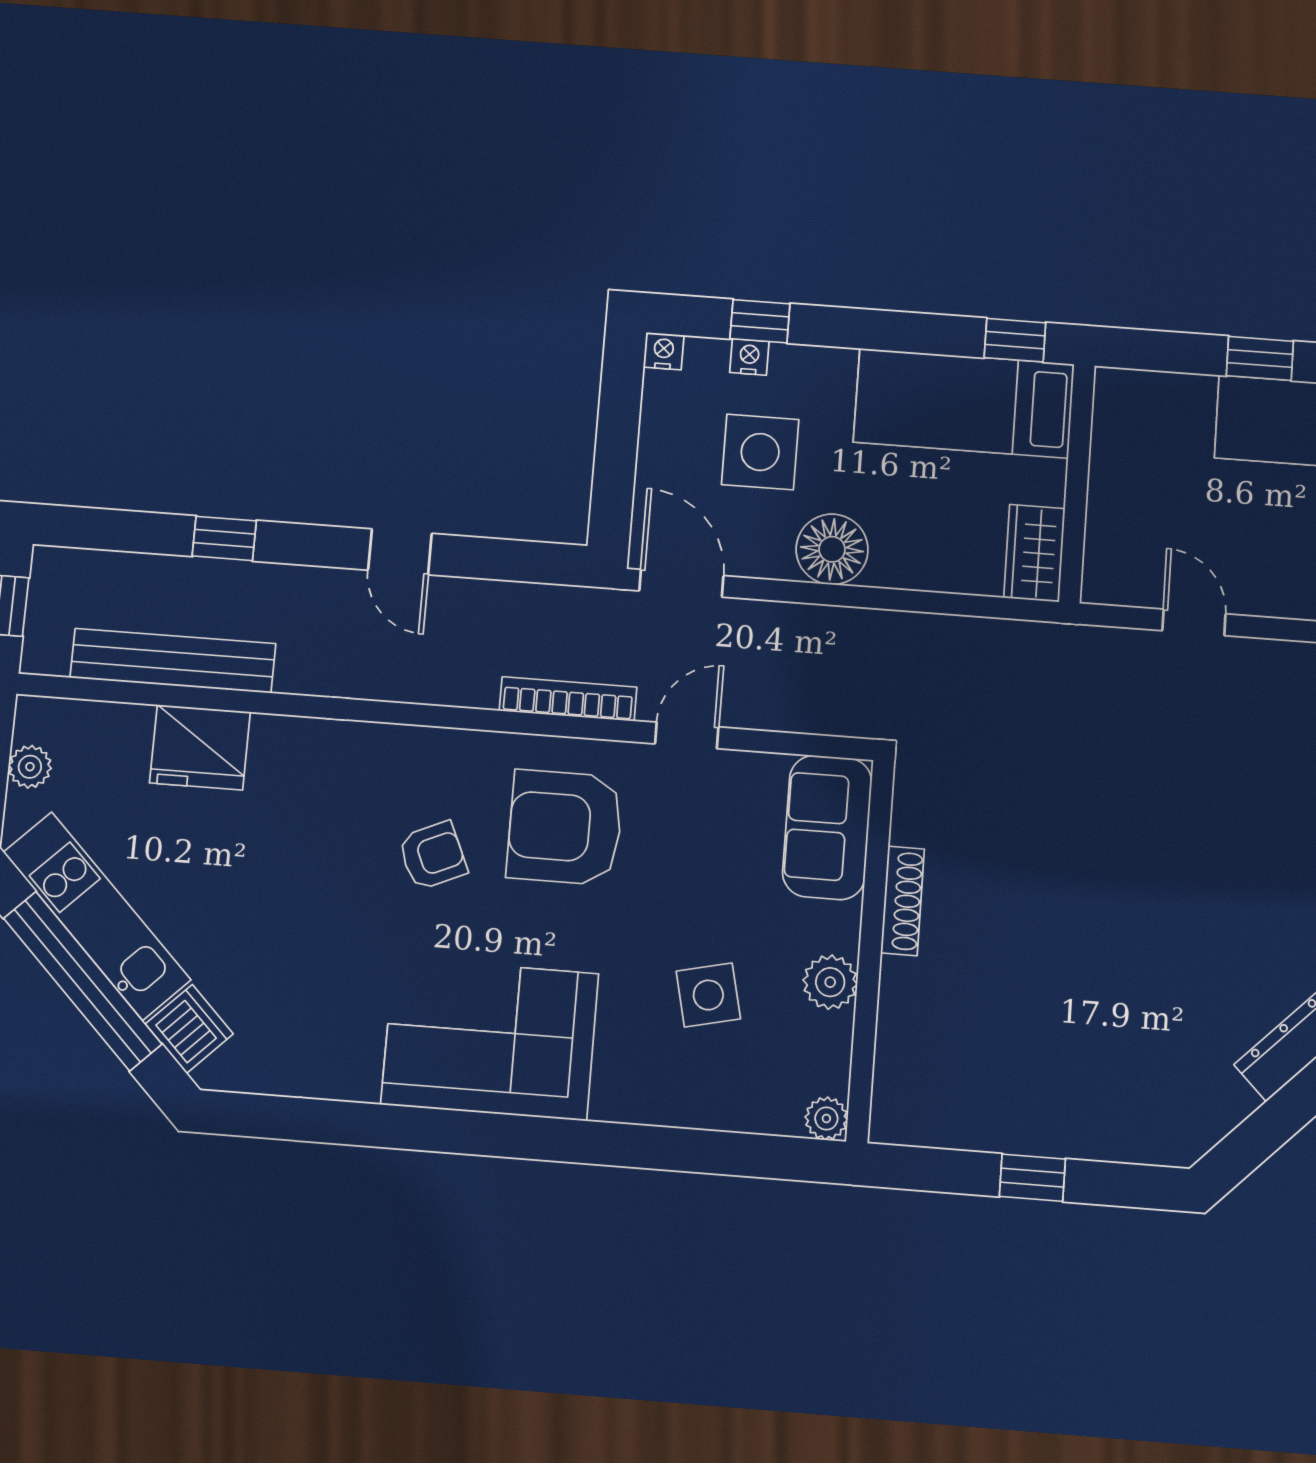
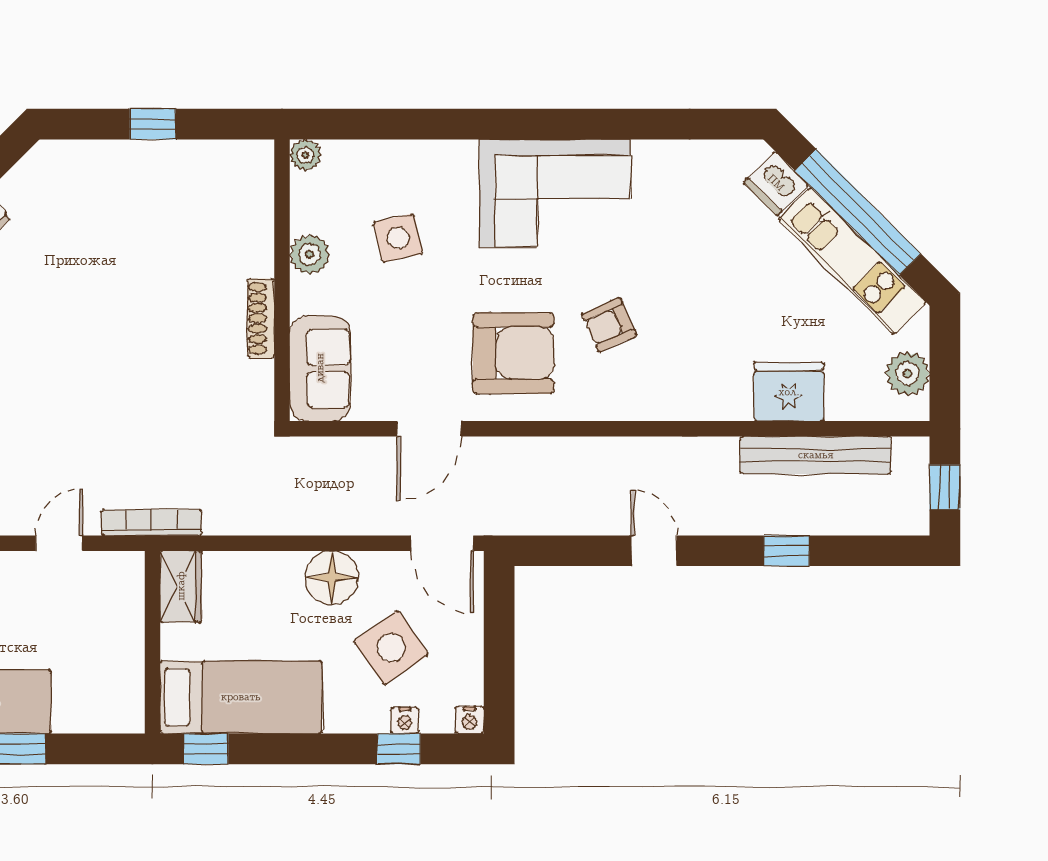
side table: (760, 452) -> (391, 648), turned -35
door: (1194, 622) -> (59, 543), swing flipped
bookcase: (568, 699) -> (152, 523), moved, turned 180
door: (687, 735) -> (429, 429), width x1.38
plant: (30, 767) -> (908, 373), width x1.38, depth x1.38

